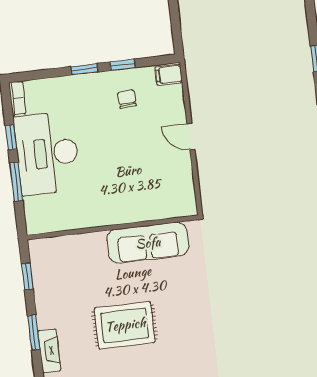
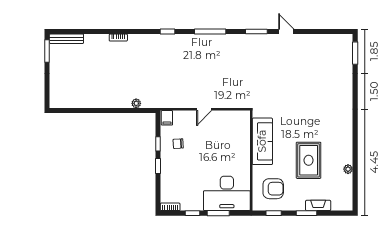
plant: (187, 19) -> (136, 103), added
desk: (47, 153) -> (227, 193), moved
armchair: (69, 271) -> (273, 189), added

